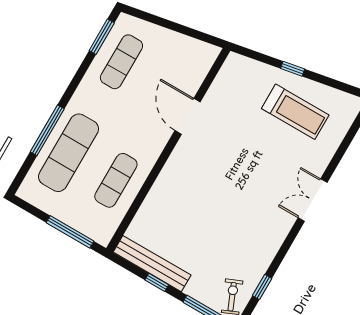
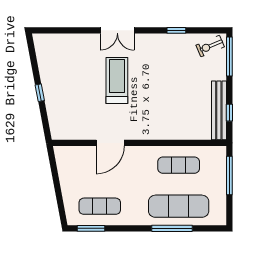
treadmill: (295, 112) -> (117, 81), moved
window: (157, 282) -> (229, 113), moved
window: (262, 287) -> (176, 30), moved

